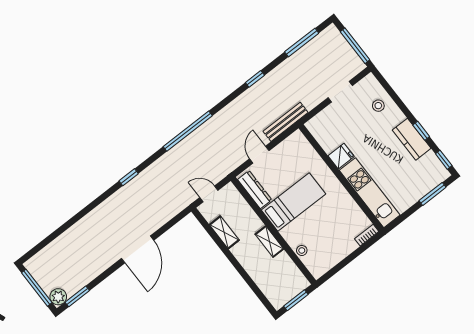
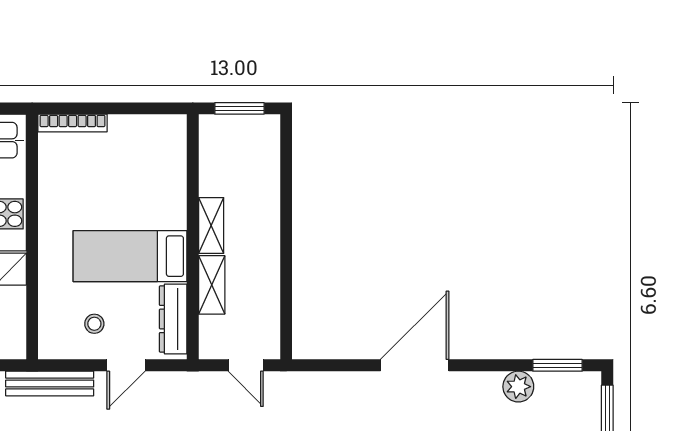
shelving: (224, 232) -> (212, 285), moved
bookcase: (367, 235) -> (73, 123), width x1.56
stool: (302, 250) -> (94, 324), moved
plant: (58, 297) -> (518, 387), moved

